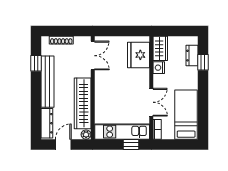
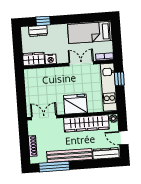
fridge: (139, 55) -> (75, 104), moved, turned 180
window: (36, 63) -> (54, 167), width x2.17

